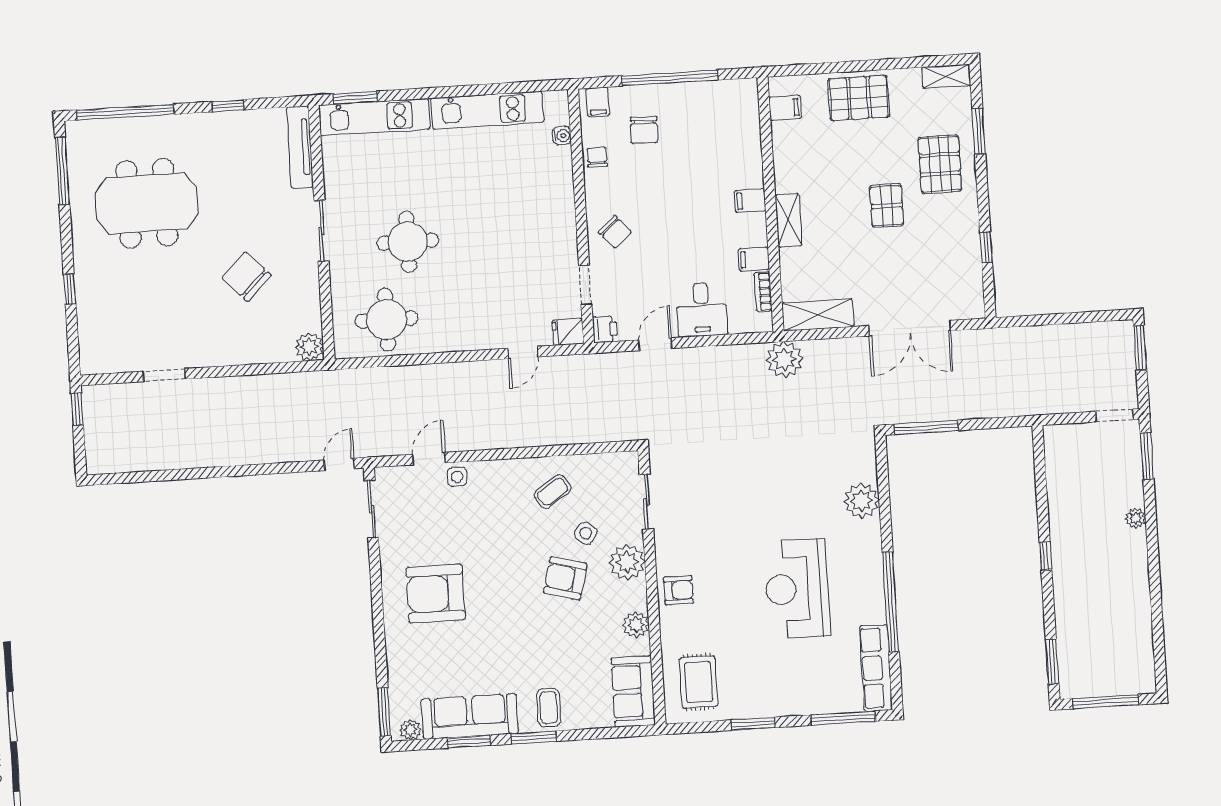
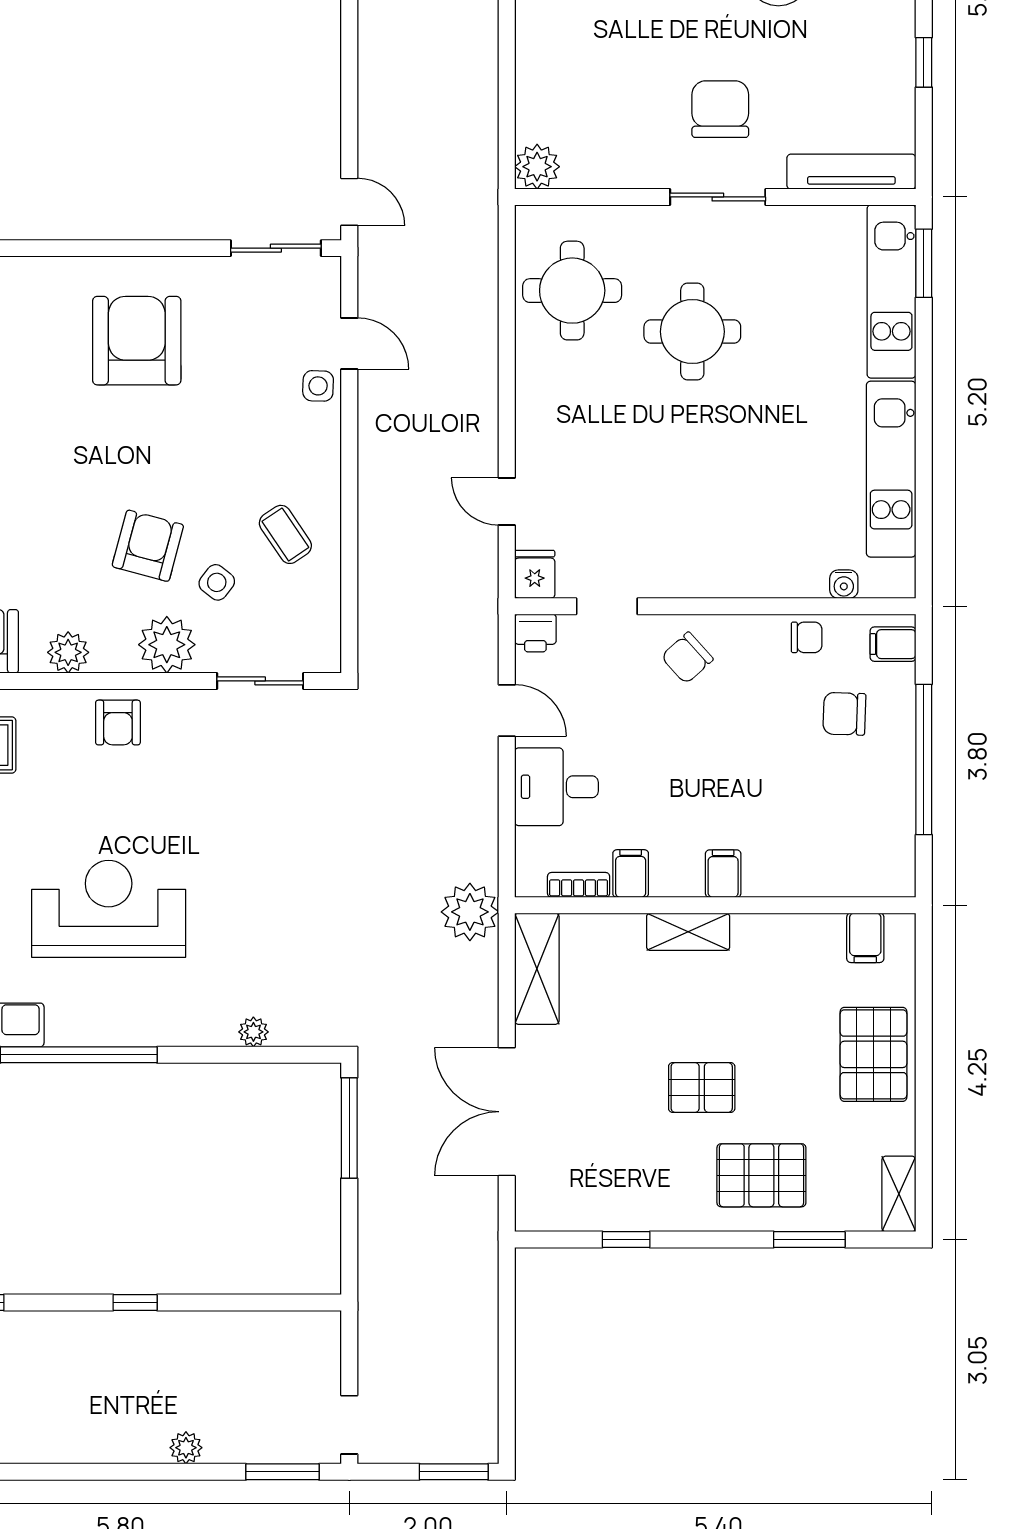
chair: (246, 277) -> (720, 109), moved, turned -46
plant: (861, 501) -> (253, 1032), width x0.53, depth x0.53

